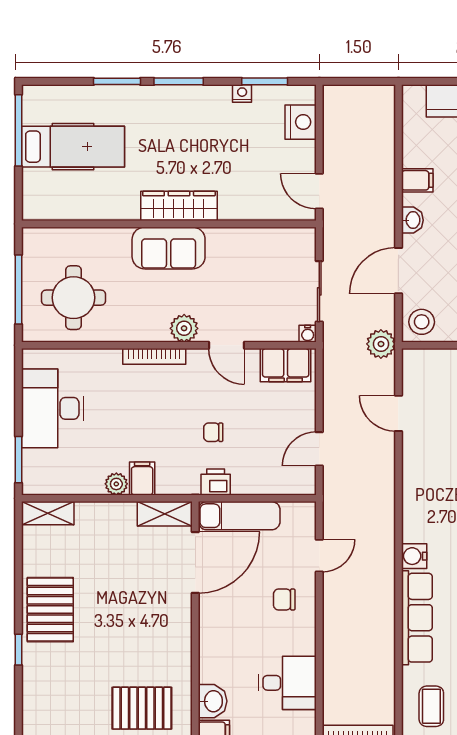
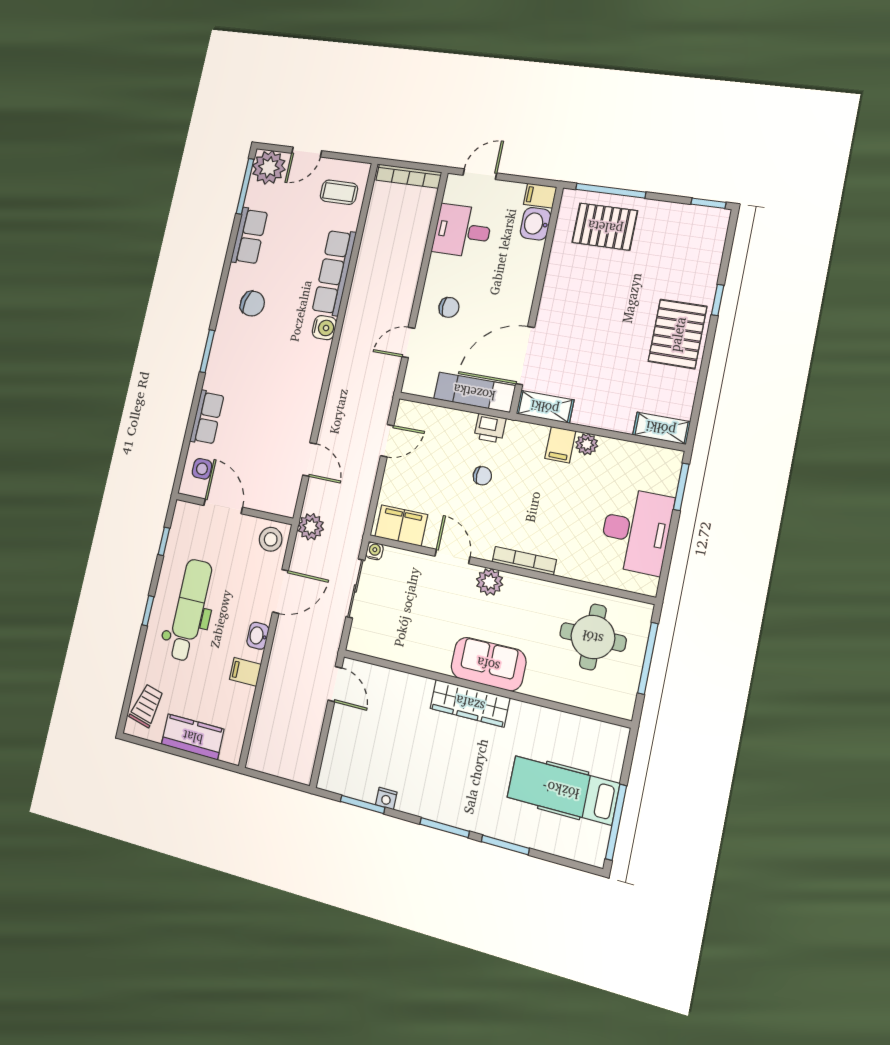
nightstand: (301, 122) -> (338, 755), removed
coffee table: (431, 706) -> (339, 192), turned 90

